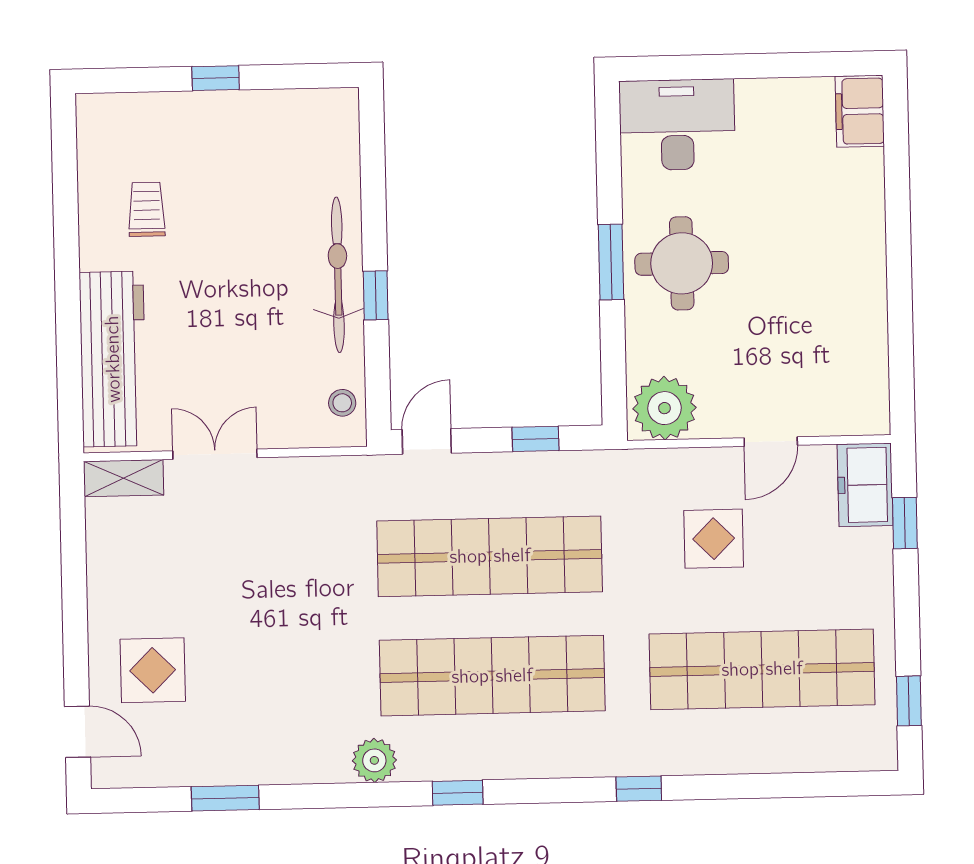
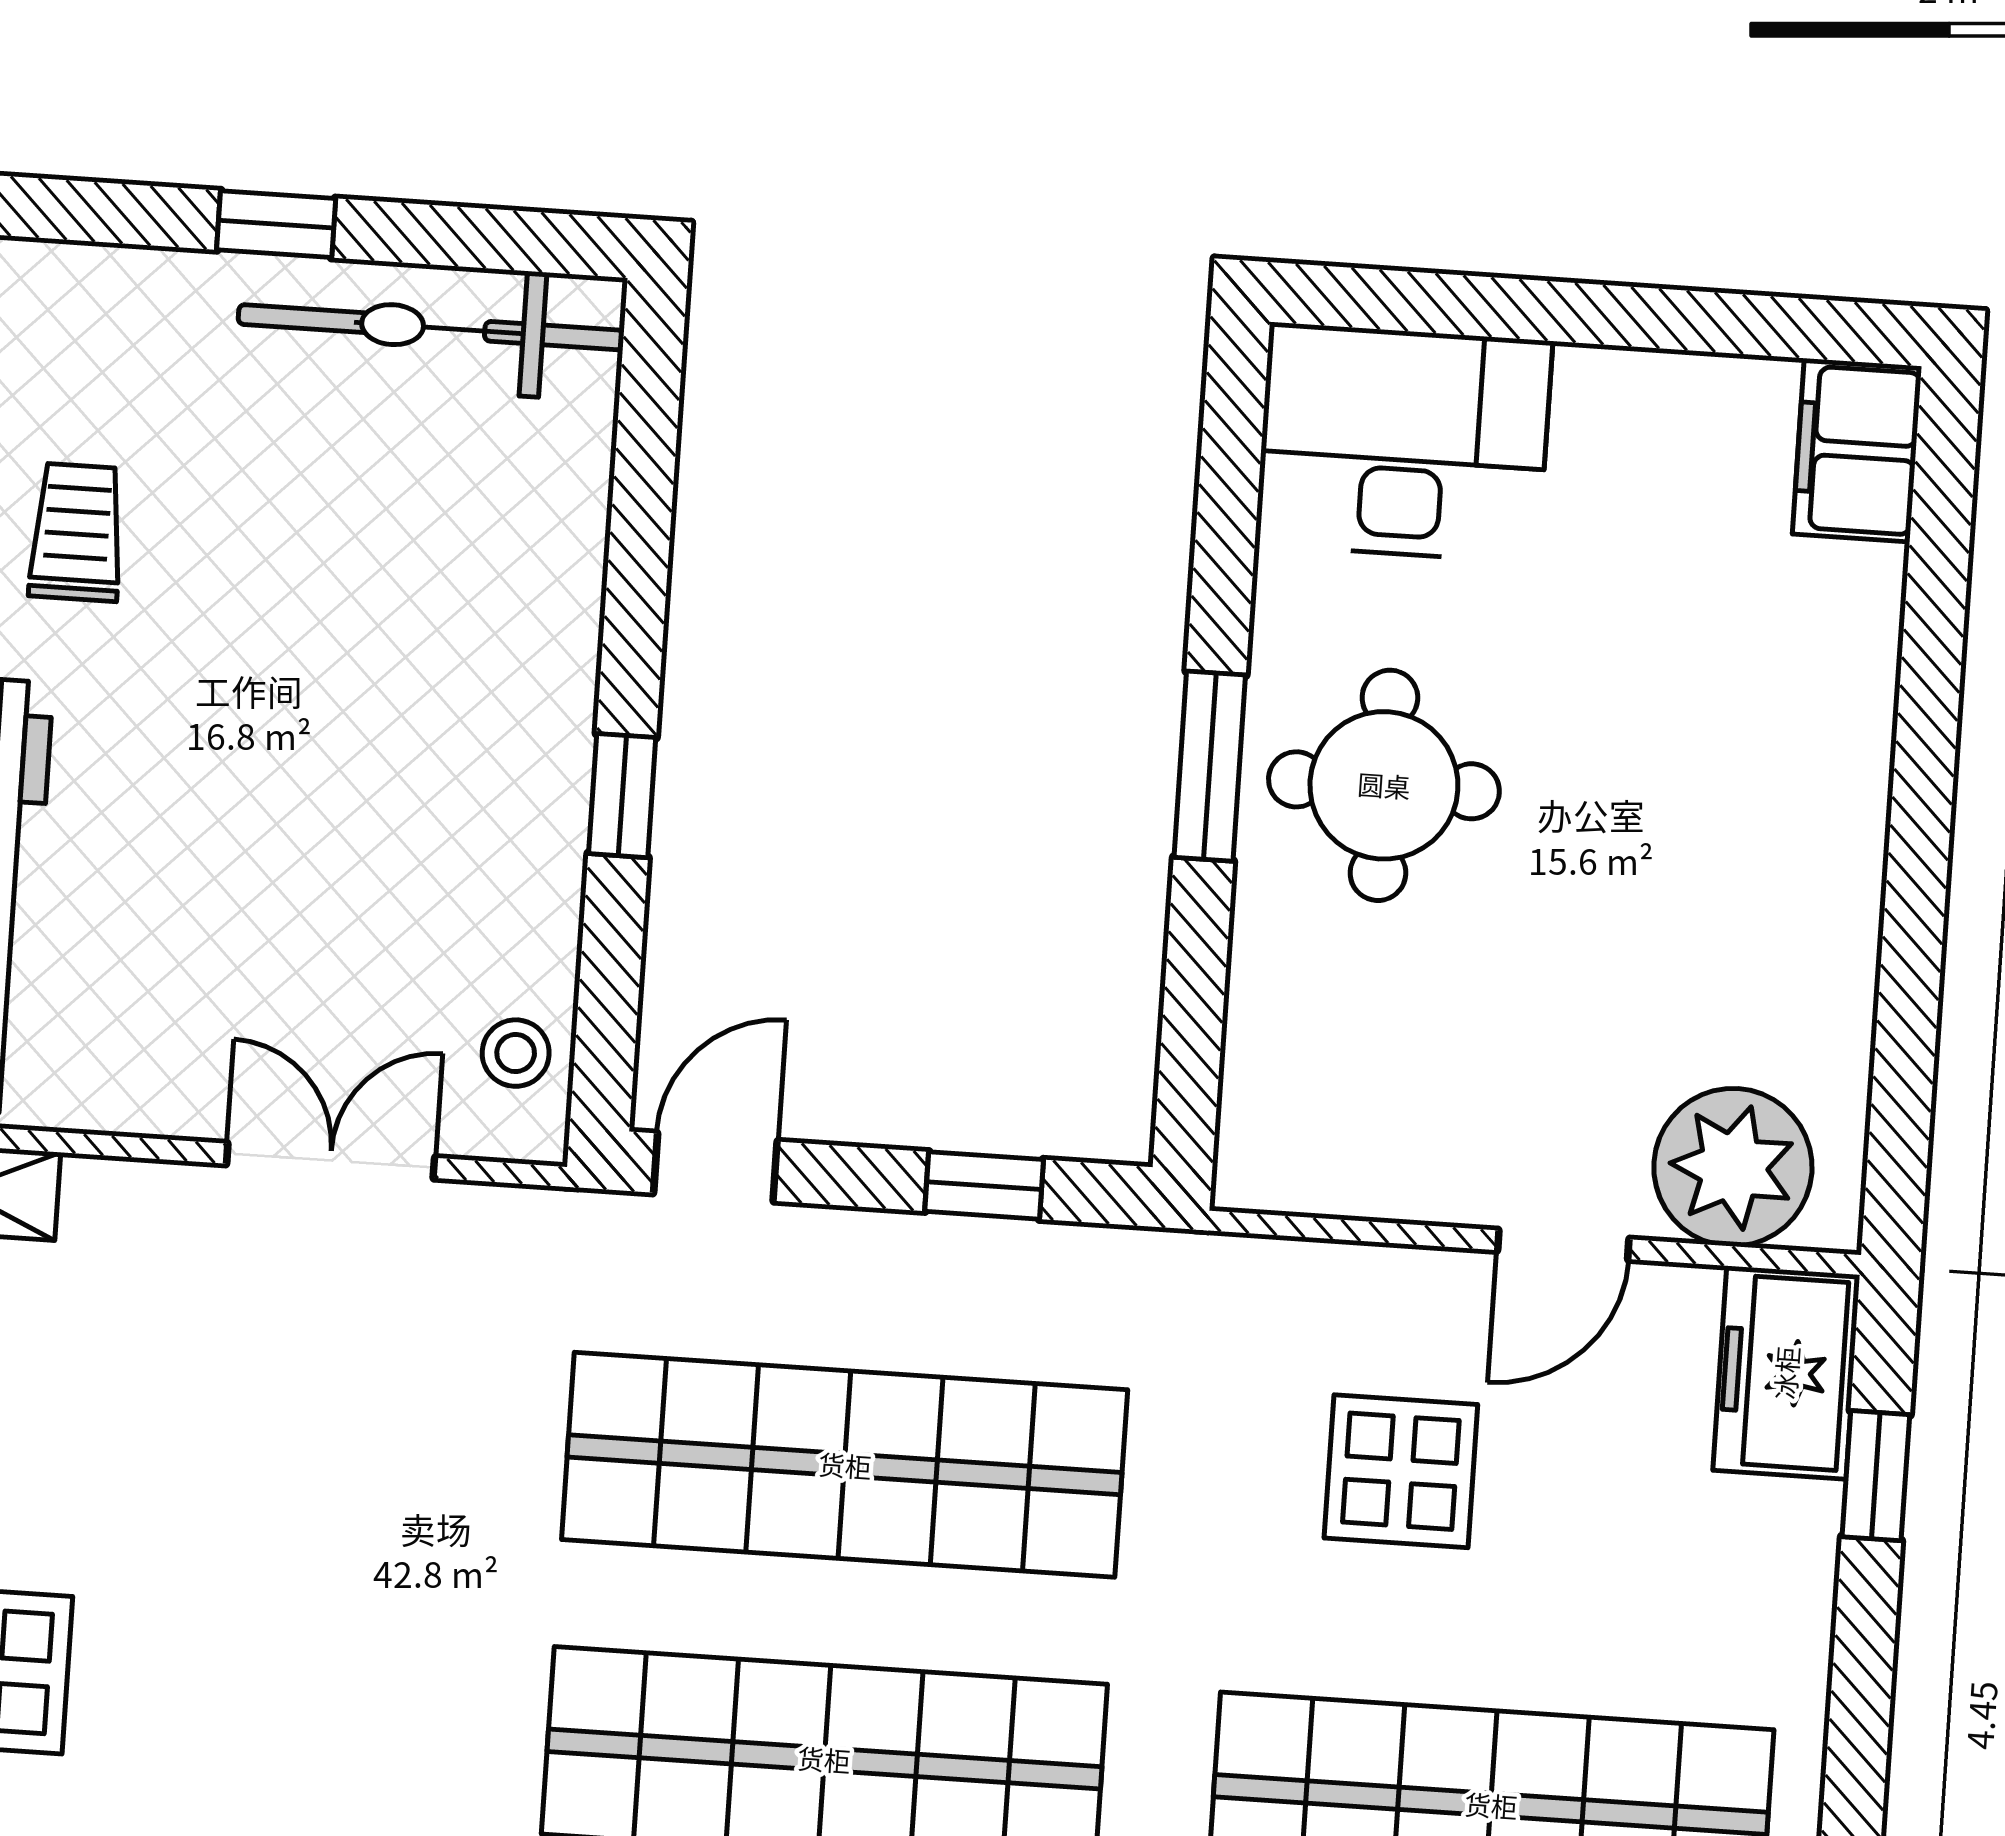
bicycle: (338, 275) -> (431, 327), moved, turned -90
plant: (664, 408) -> (1733, 1167), moved
double door: (215, 454) -> (331, 1161), moved

